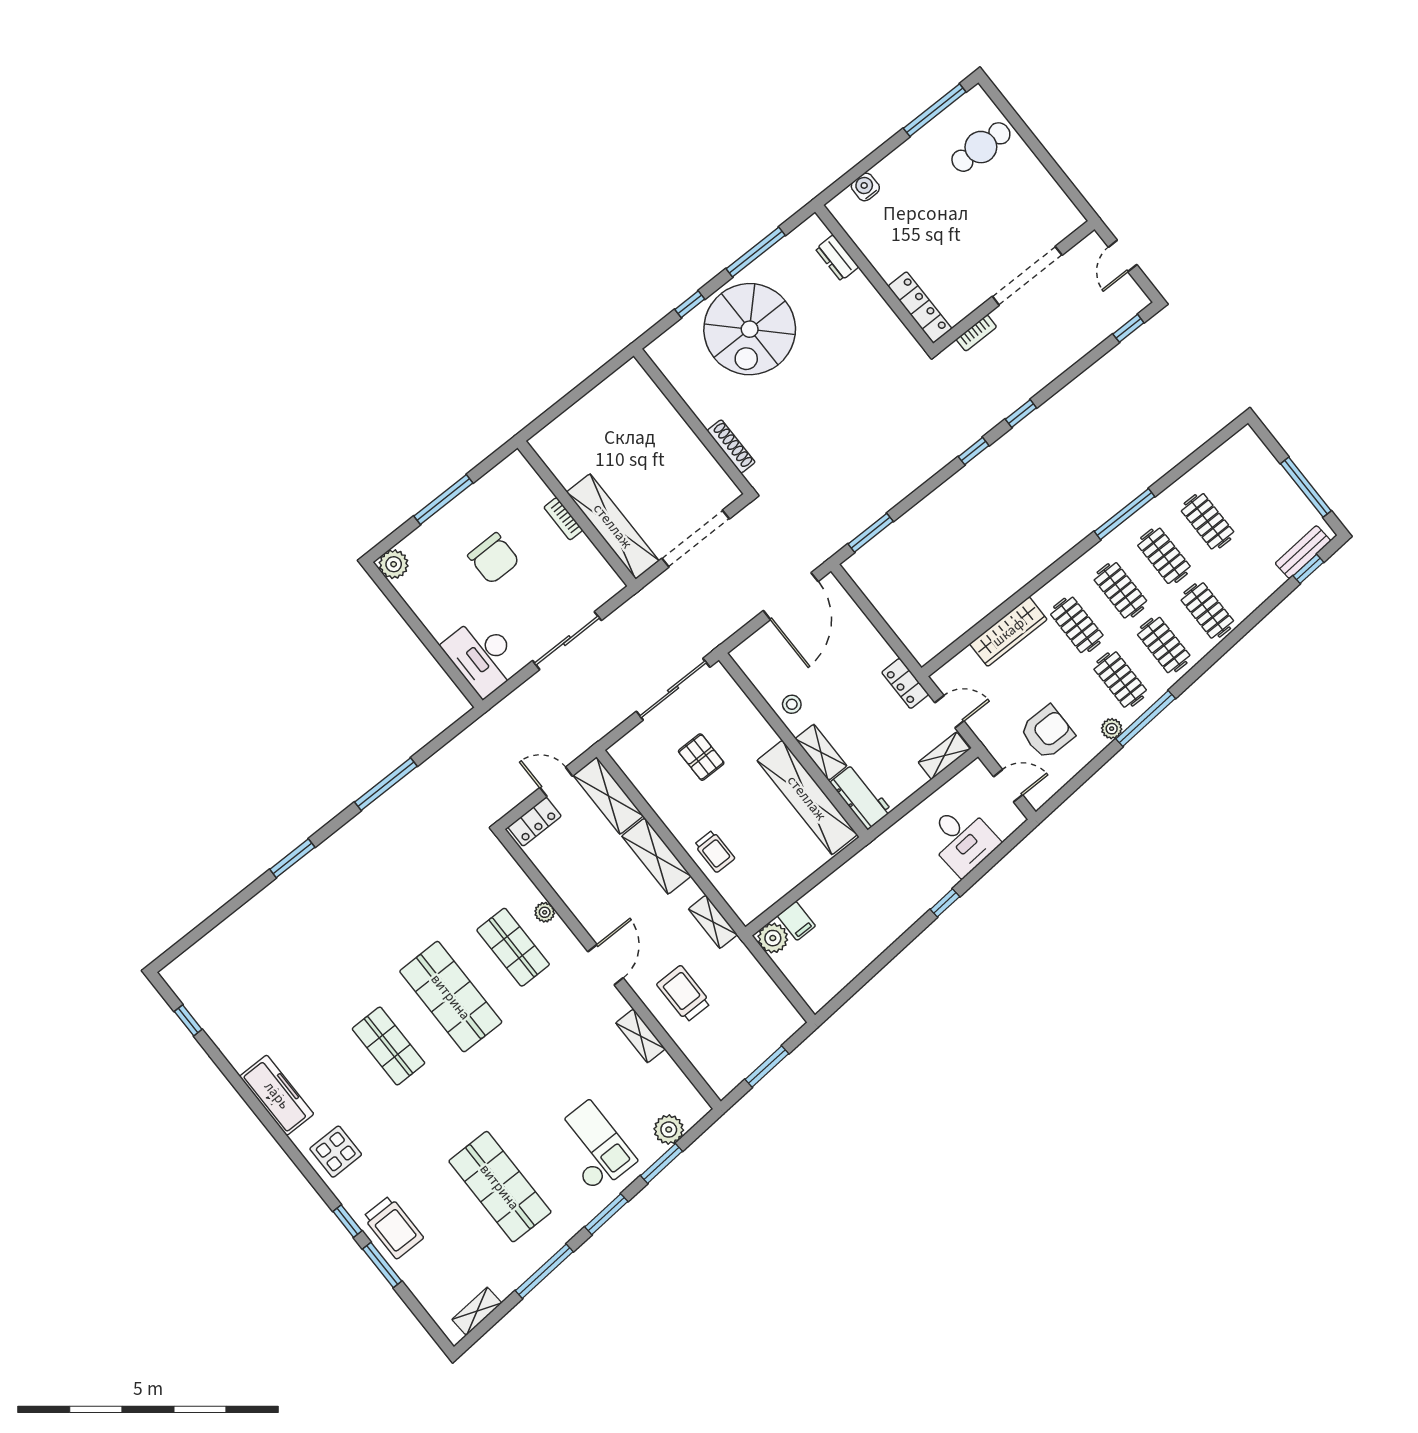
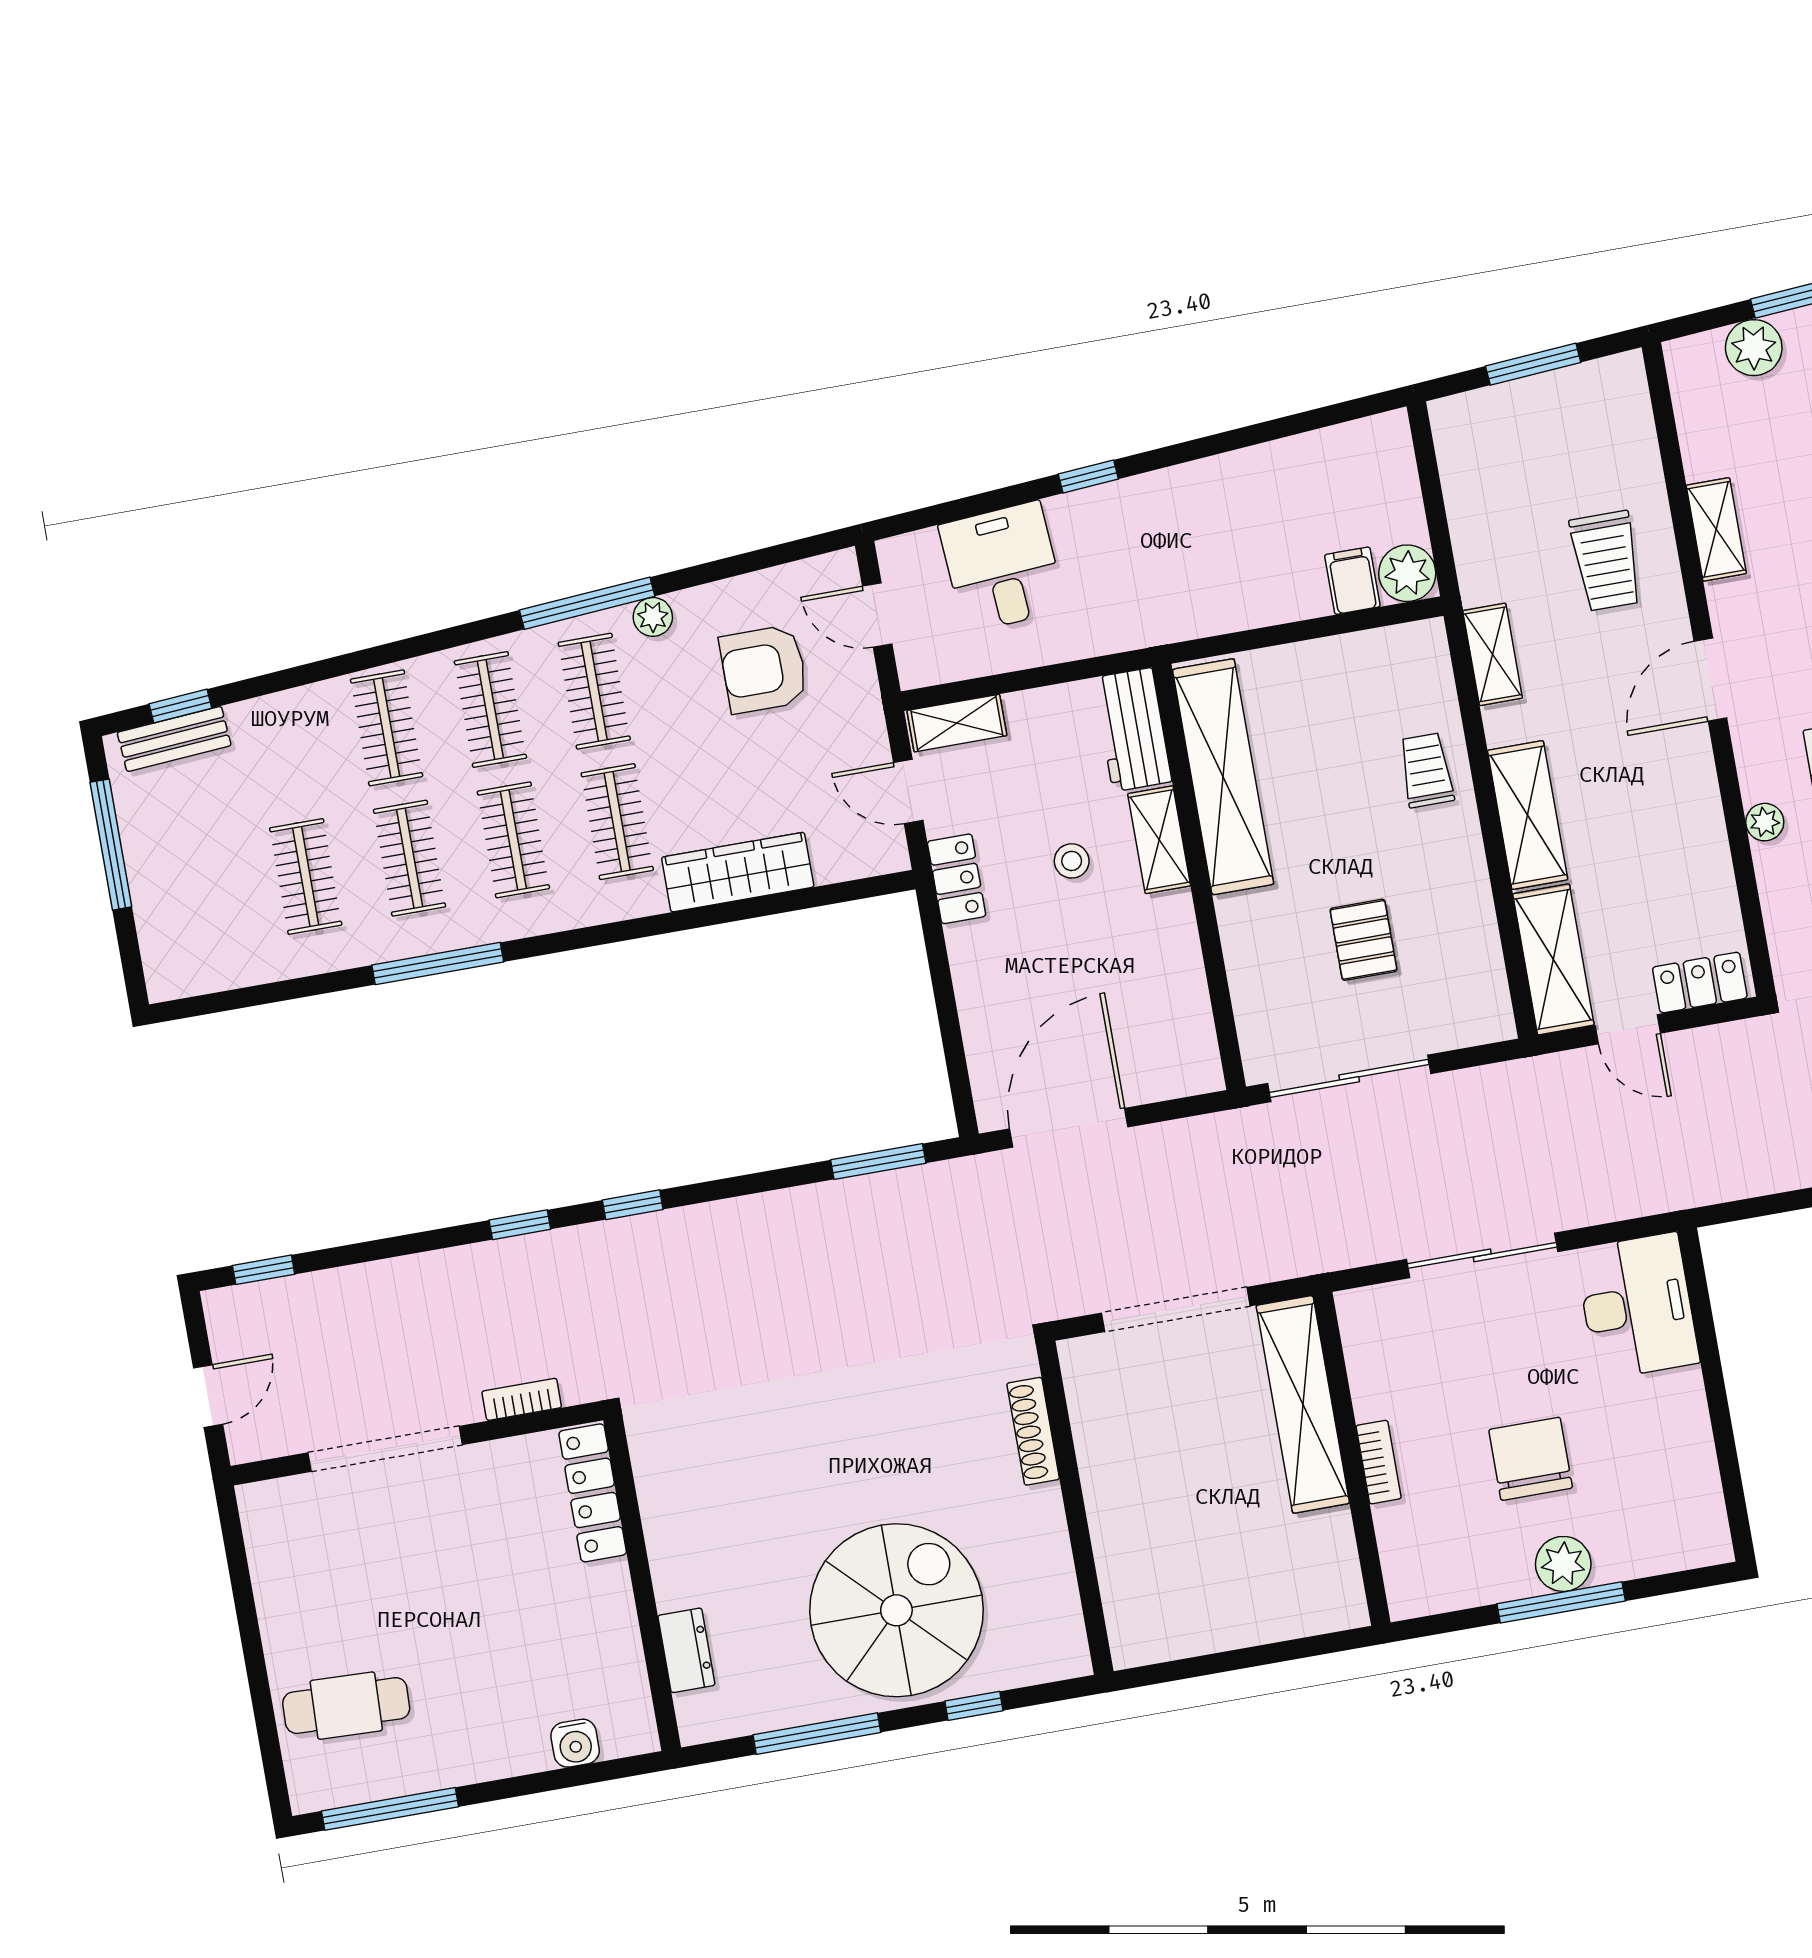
plant: (394, 564) -> (1563, 1564), moved
stool: (792, 704) -> (1072, 861), moved

